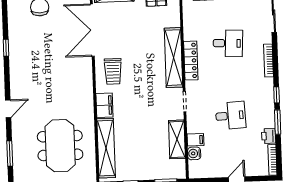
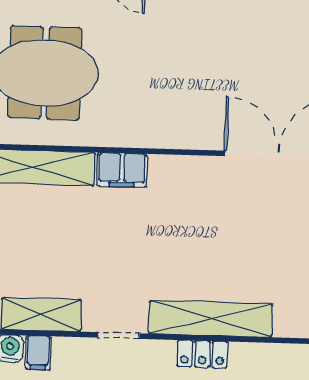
locker: (191, 61) -> (202, 354), width x0.66
trolley: (113, 71) -> (190, 192), removed

